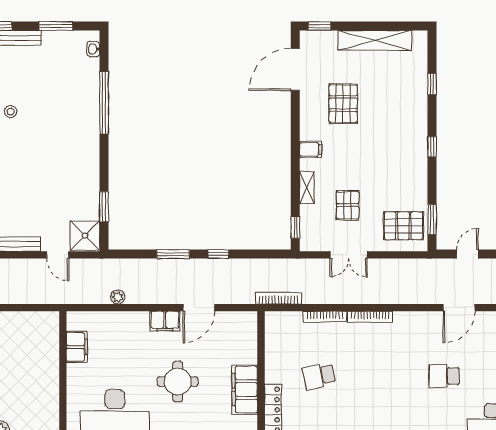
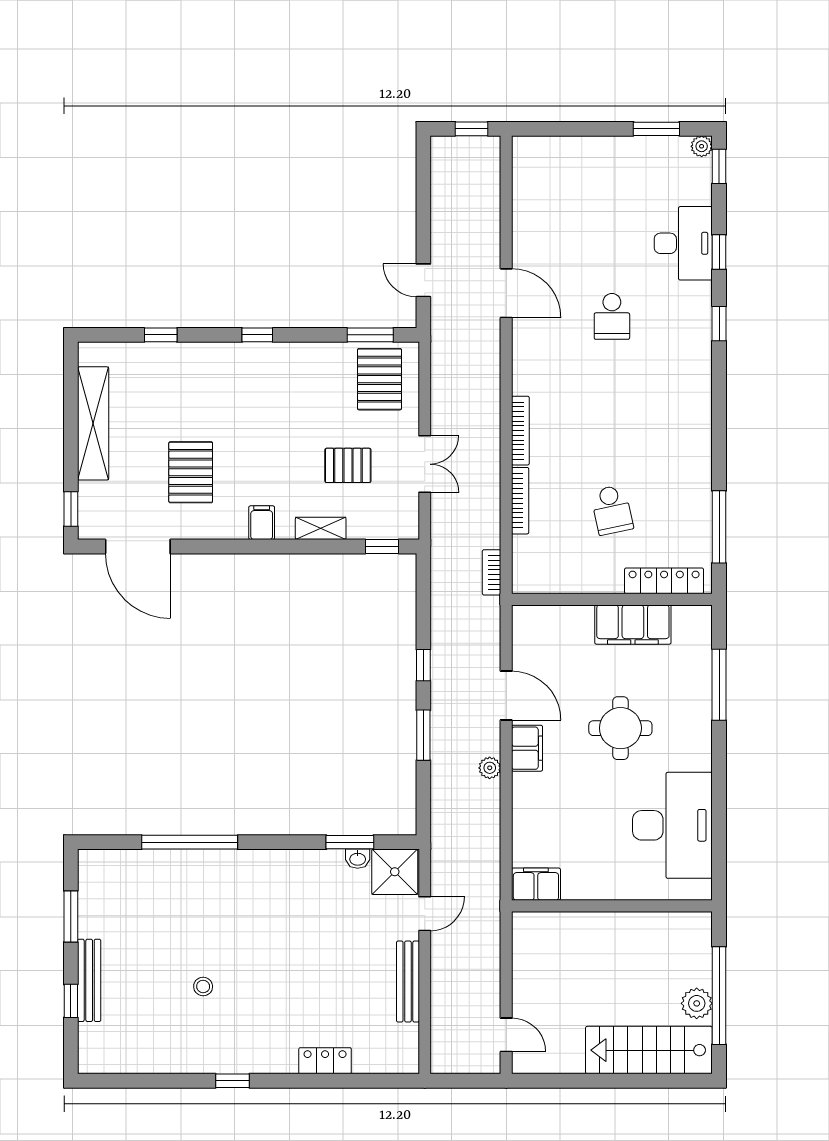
washbasin: (93, 49) -> (358, 859), moved
pallet: (343, 104) -> (191, 472), turned 90
plant: (118, 297) -> (490, 768), moved
bookcase: (278, 298) -> (492, 572), width x0.64
filing cabinet: (77, 347) -> (536, 884), moved

